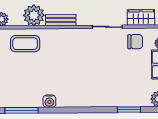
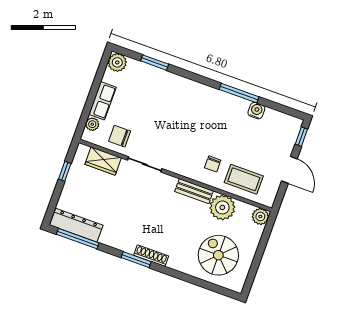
chair: (54, 47) -> (213, 164), added
water cooler: (49, 101) -> (256, 111), moved
window: (21, 110) -> (239, 93), moved

